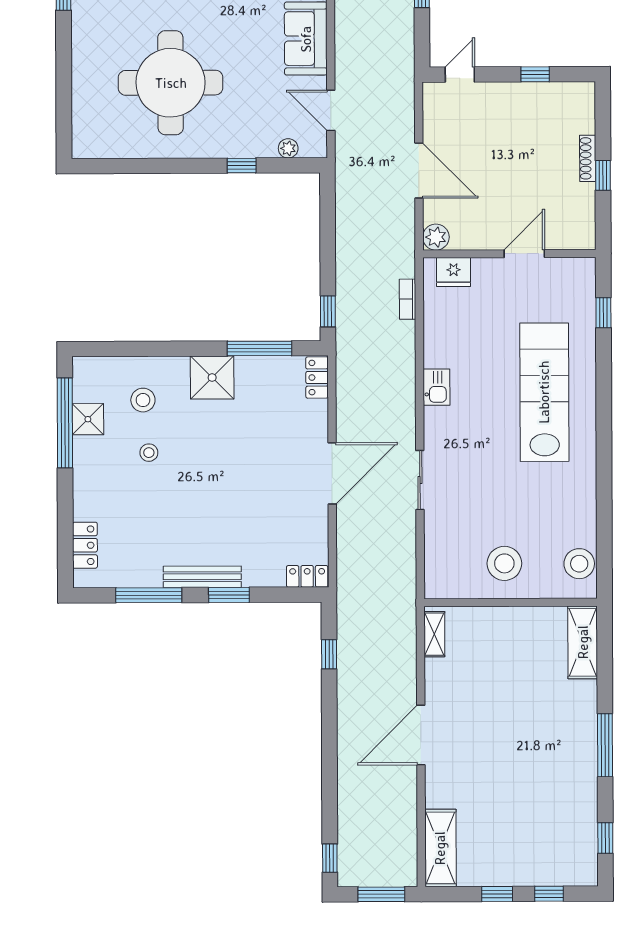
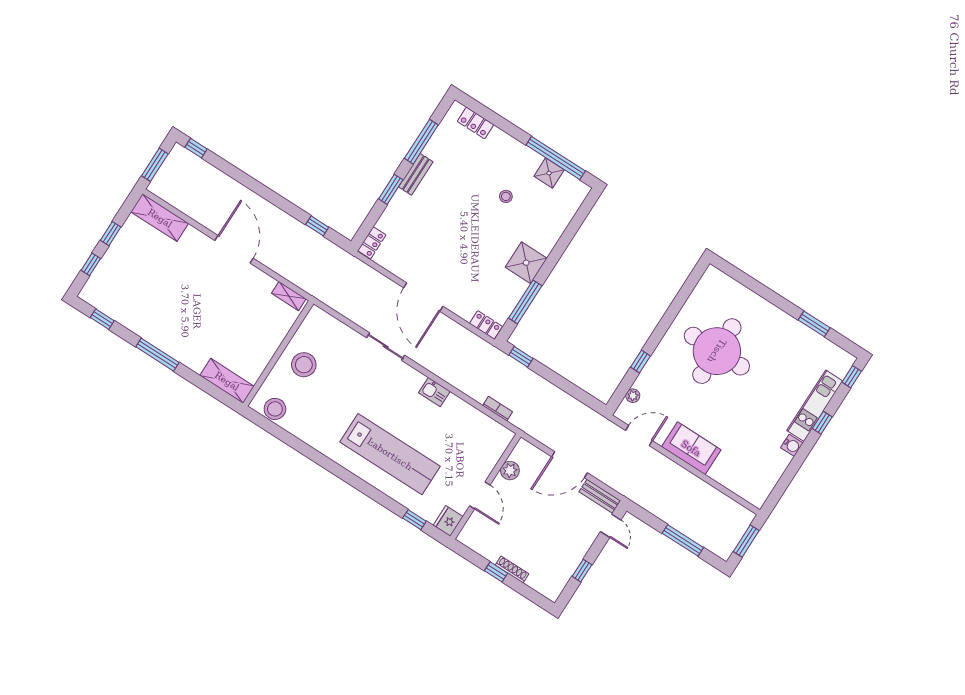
bench: (433, 110) -> (600, 496), added
plant: (436, 237) -> (510, 471), moved
fridge: (454, 272) -> (448, 521), moved
stool: (143, 400) -> (539, 213), removed
bench: (202, 577) -> (416, 174), width x0.73

